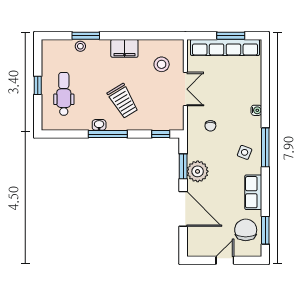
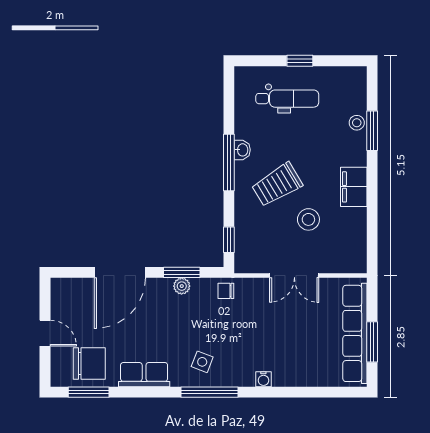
stool: (162, 64) -> (308, 219), moved
chair: (210, 126) -> (226, 291), moved
plant: (198, 171) -> (182, 286), width x0.53, depth x0.53

